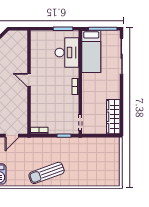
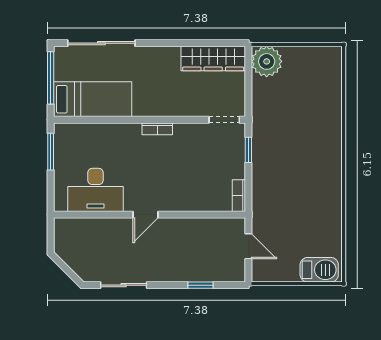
desk: (67, 53) -> (95, 190), moved, turned 180
plant: (112, 146) -> (267, 61), added
sun lounger: (47, 173) -> (317, 182), removed

